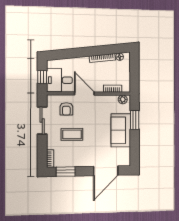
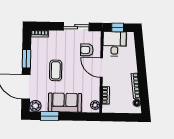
door: (84, 93) -> (101, 68), swing flipped
window: (135, 120) -> (50, 116), moved
coffee table: (72, 134) -> (56, 70), moved
plant: (125, 160) -> (35, 106), added
window: (66, 172) -> (26, 59), moved

